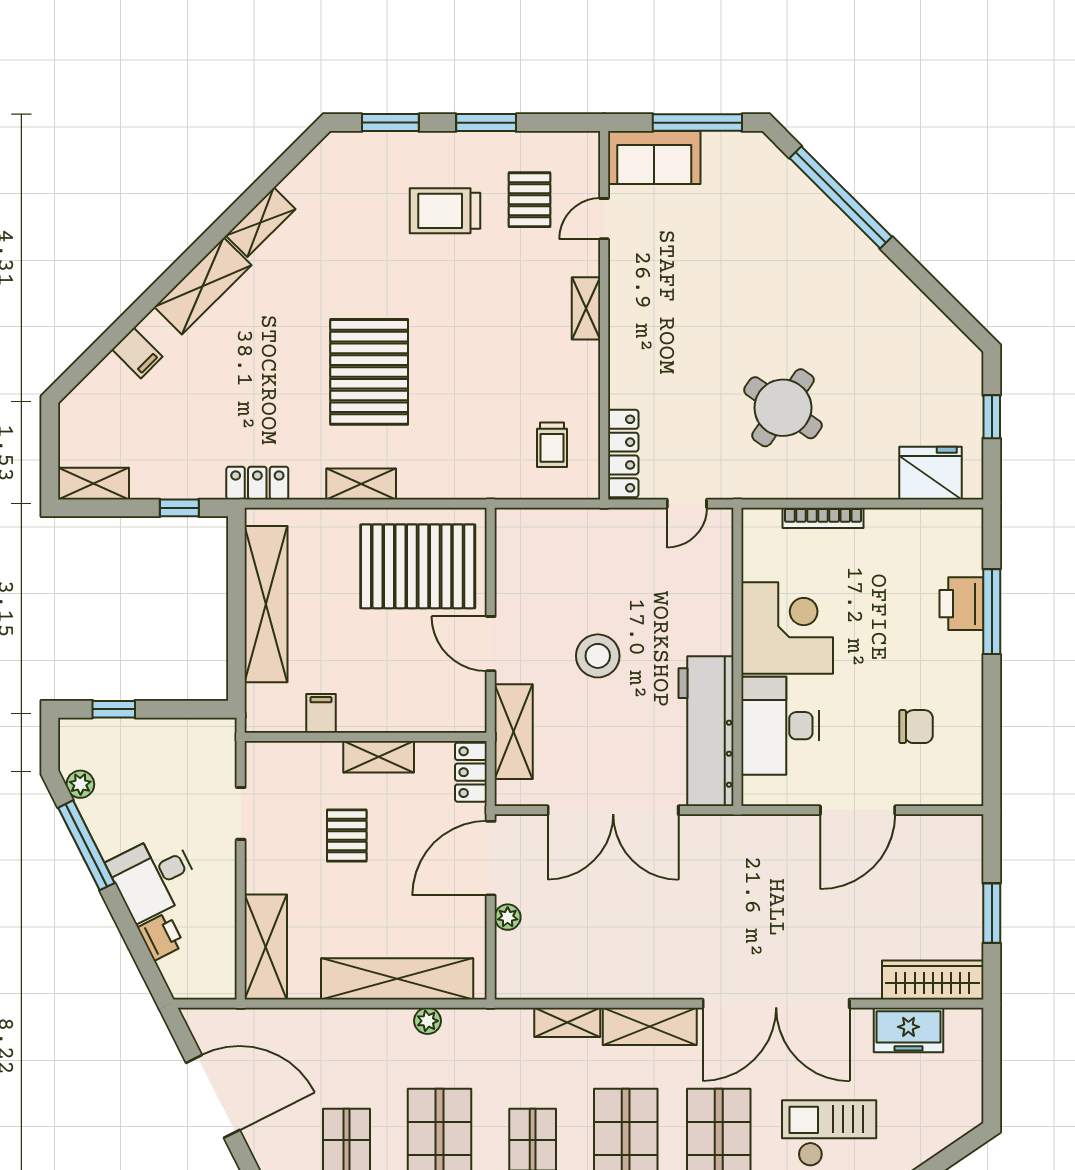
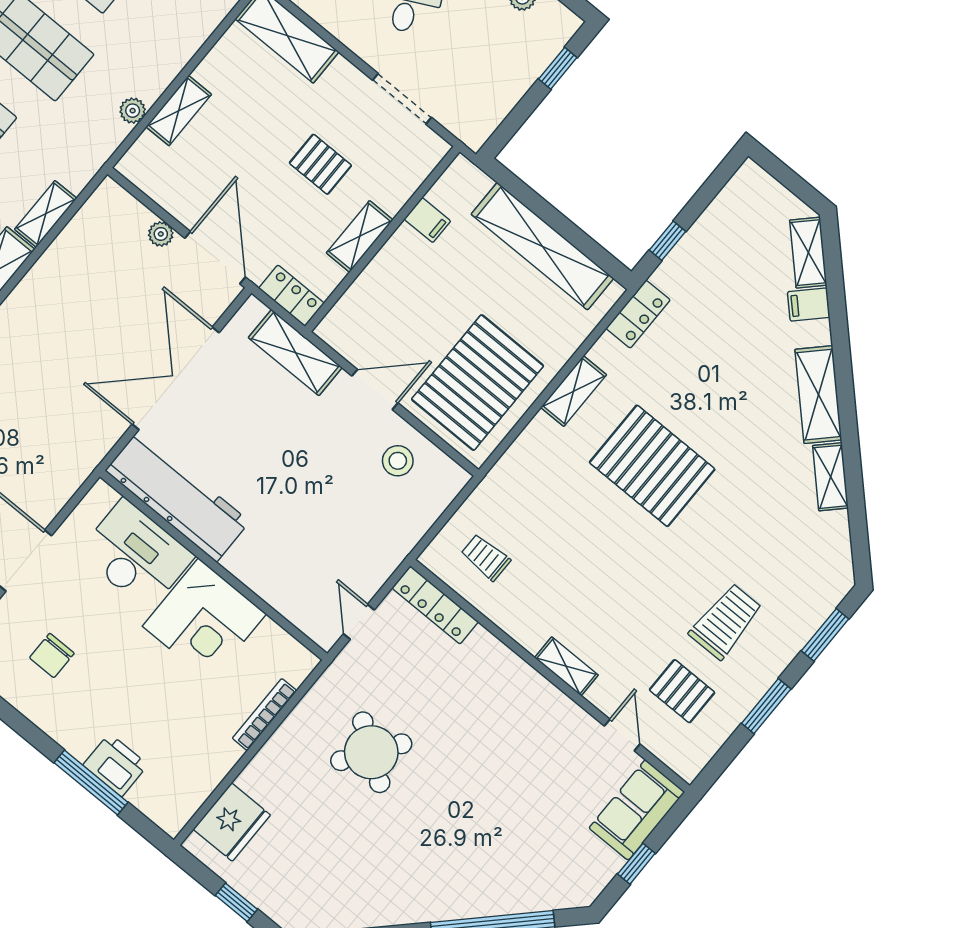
window: (697, 123) -> (636, 864), width x0.46
shelving: (94, 484) -> (808, 253), moved, turned -45
stool: (598, 656) -> (398, 461), moved, width x0.73, depth x0.73
doorway: (241, 813) -> (402, 99), width x1.38
shelving: (397, 979) -> (179, 111), width x0.45, depth x0.75

